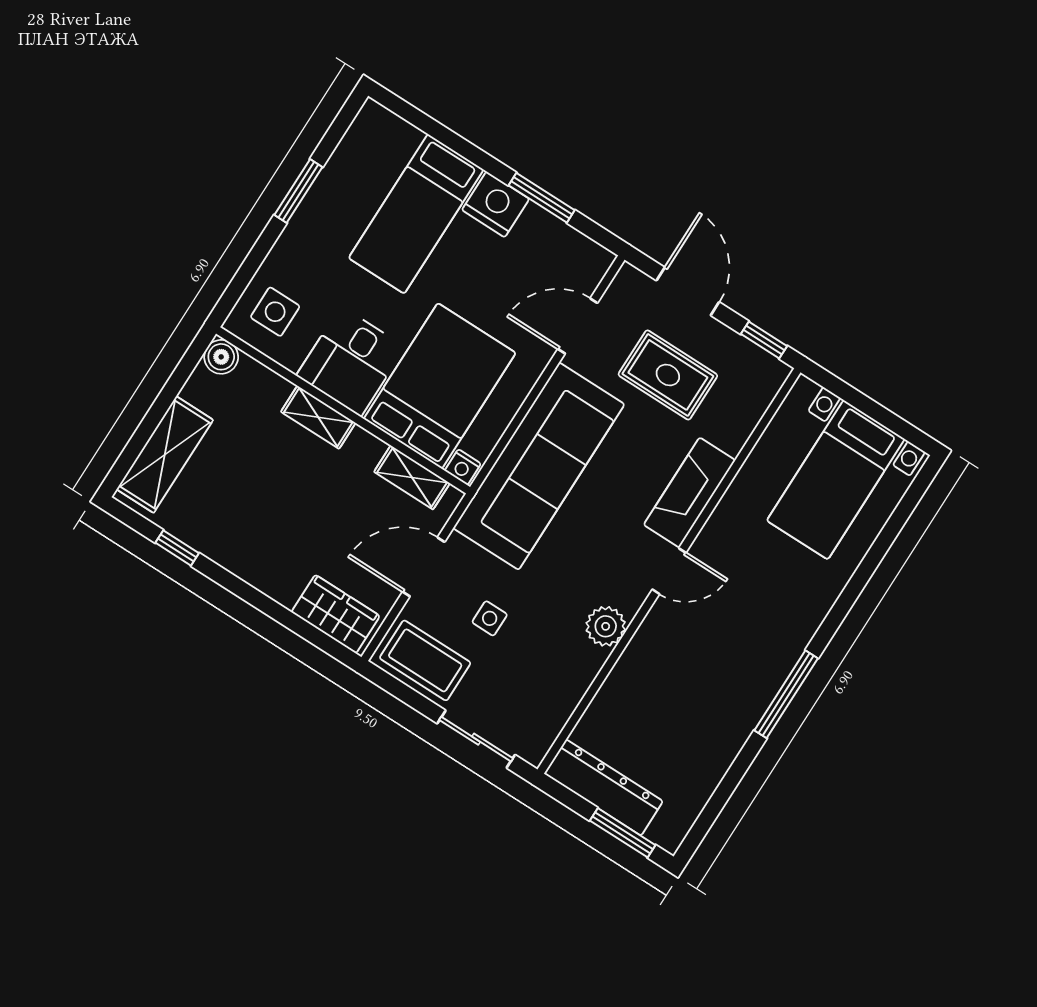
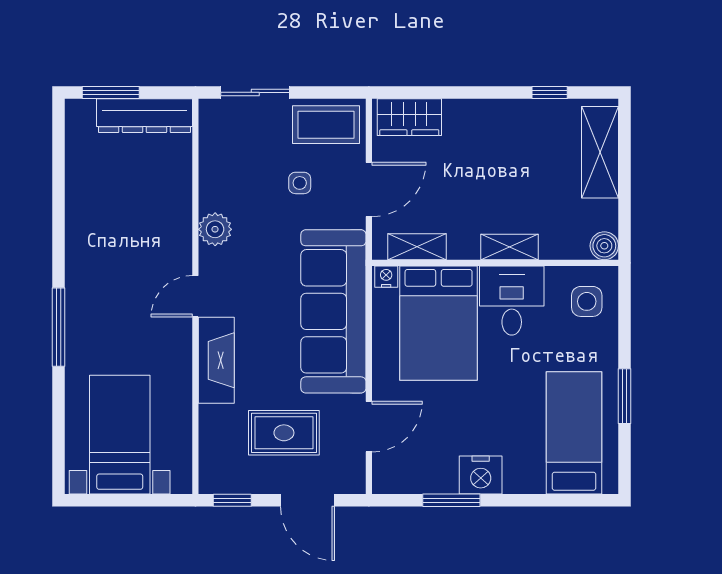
bed: (416, 214) -> (574, 433), moved
window: (786, 694) -> (58, 327), moved

